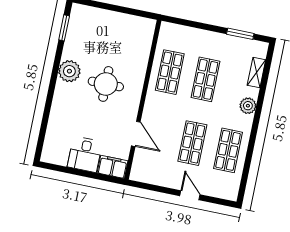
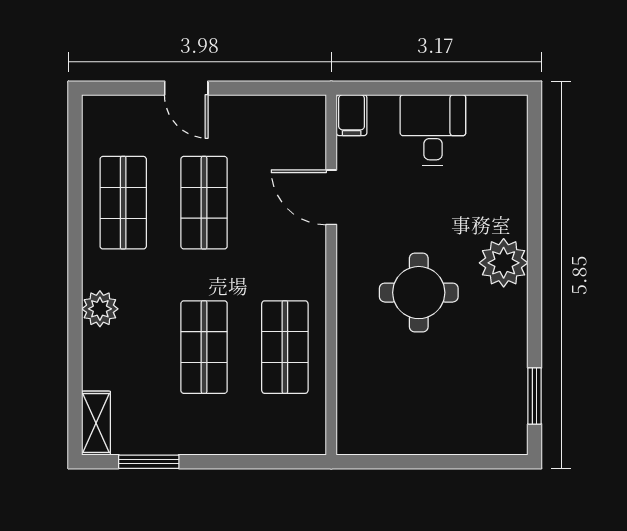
plant: (69, 71) -> (504, 263), moved
shelving: (256, 72) -> (96, 423), moved
filing cabinet: (113, 167) -> (352, 115), width x0.50

